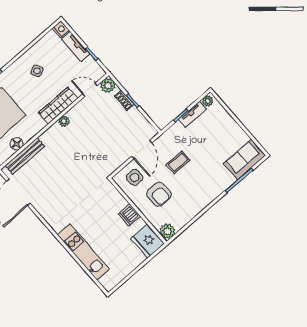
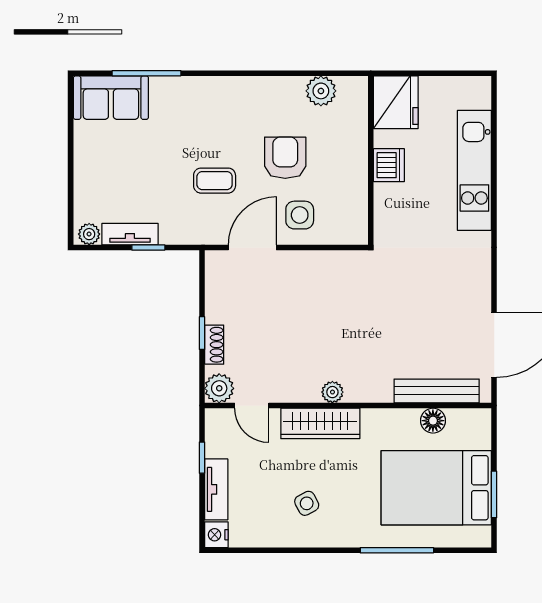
wall: (138, 211) -> (371, 160), moved
dishwasher: (129, 215) -> (389, 165), moved
fridge: (148, 241) -> (396, 102), moved

